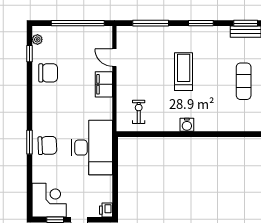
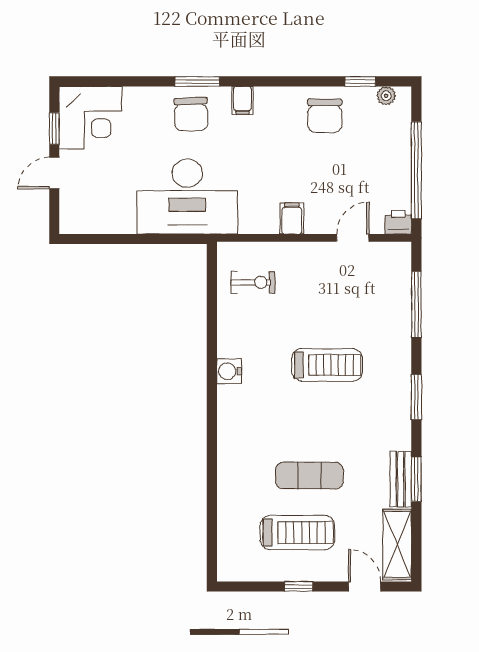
filing cabinet: (104, 84) -> (292, 218), width x0.50
filing cabinet: (40, 118) -> (242, 100), added
printer: (106, 210) -> (398, 222), moved

